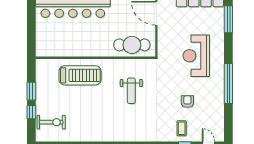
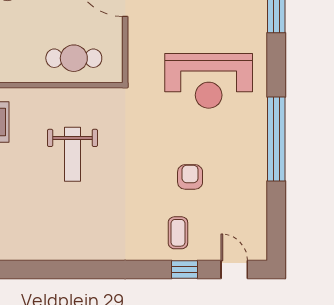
cafe table: (132, 45) -> (74, 58), width x0.73, depth x0.74
reception desk: (196, 56) -> (209, 81), turned -90

